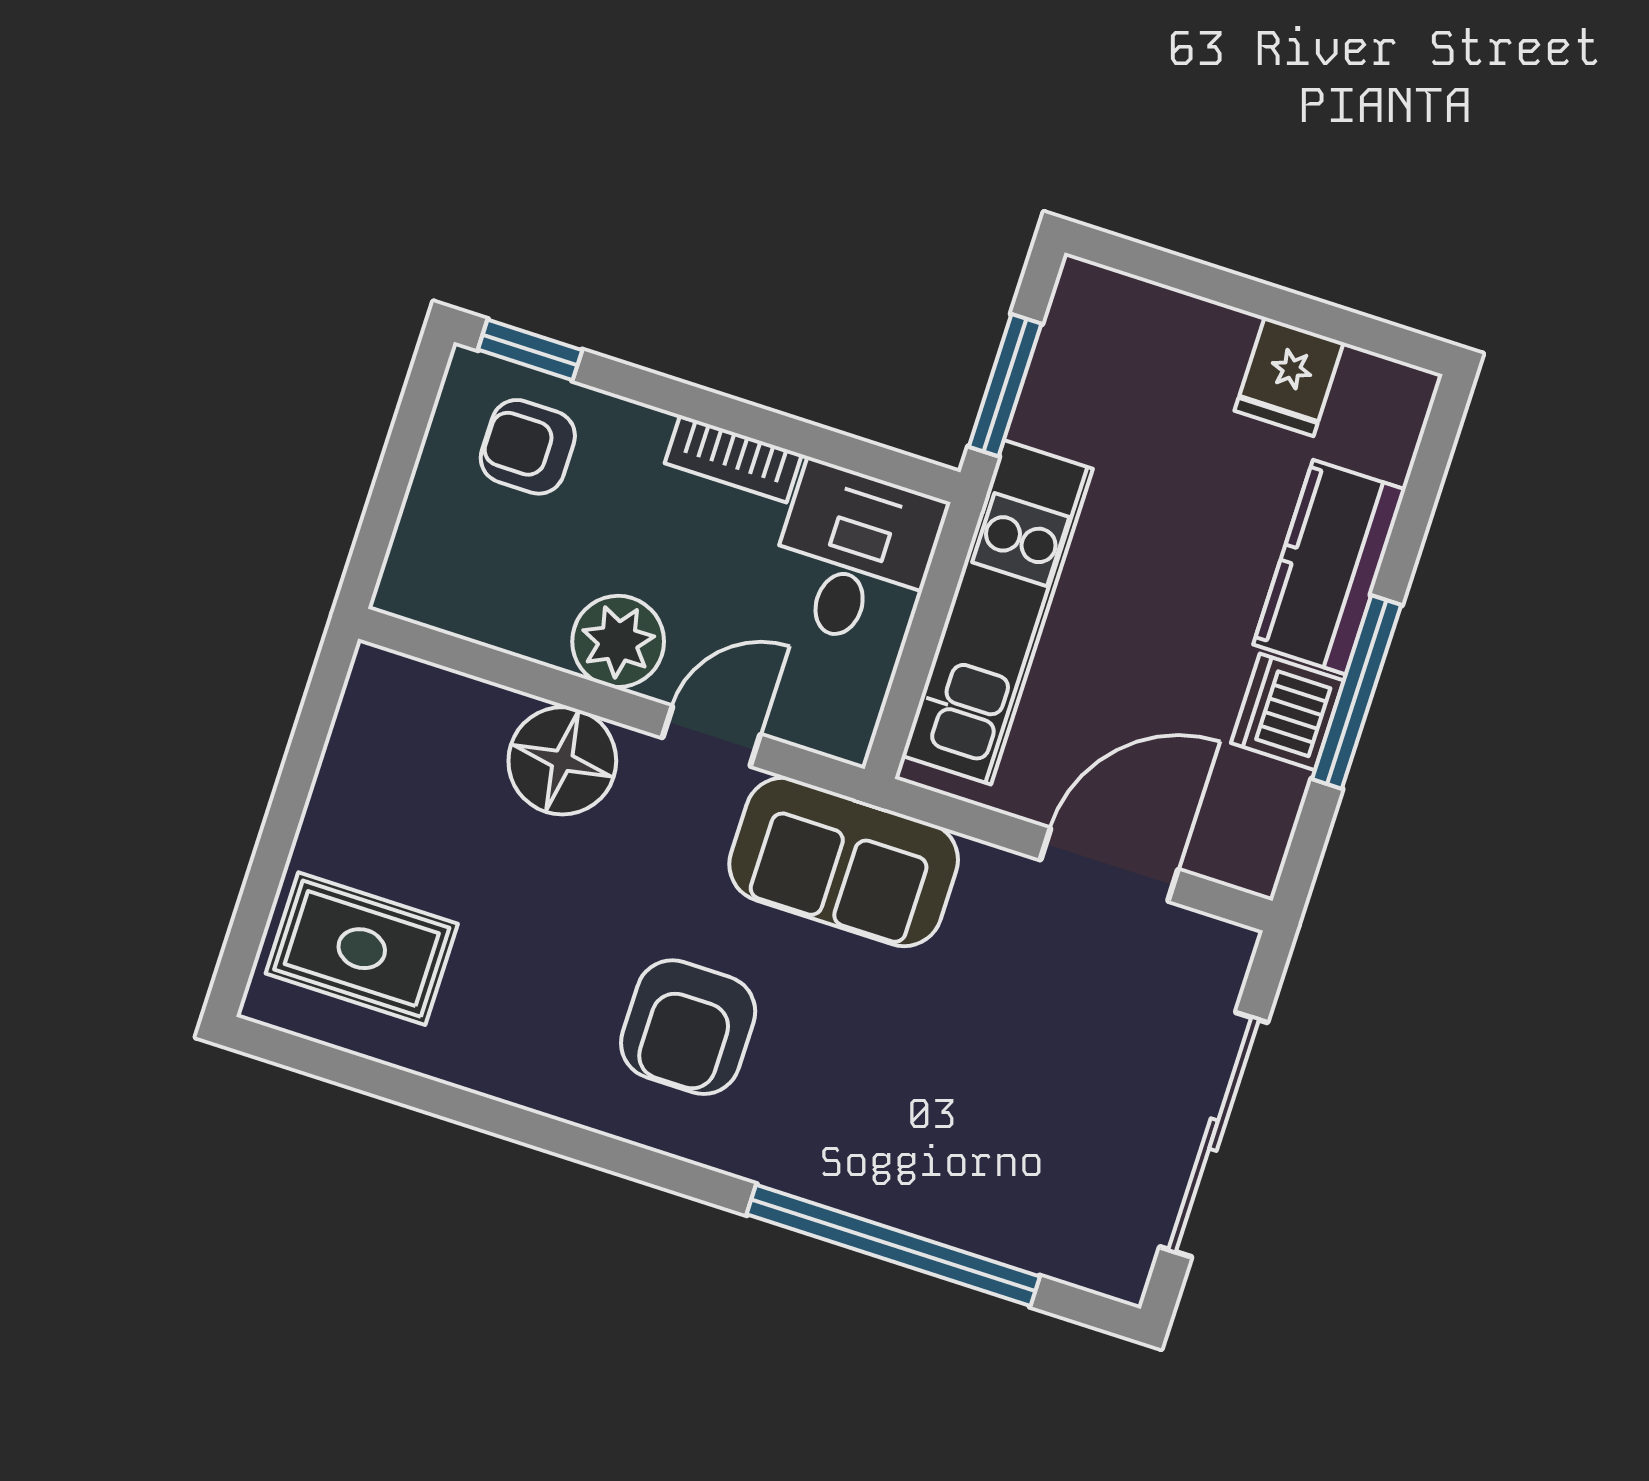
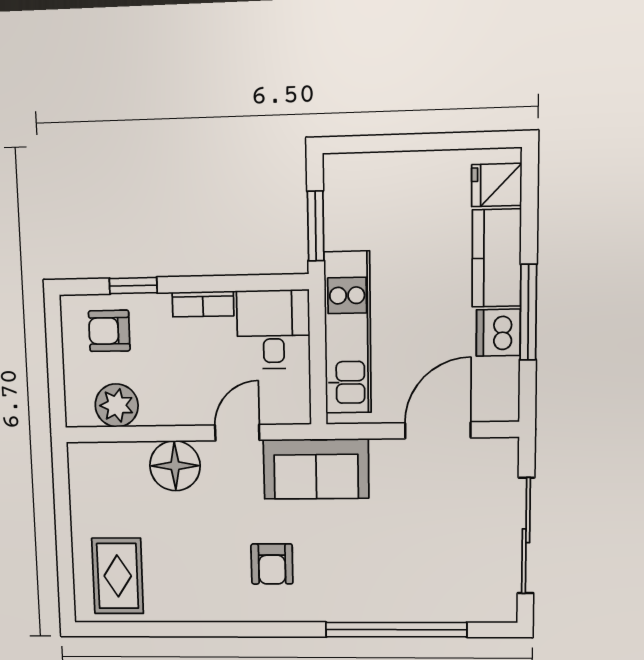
window: (530, 350) -> (133, 286), moved
fridge: (1289, 377) -> (497, 185), moved, turned 90
plant: (618, 641) -> (117, 405), moved
rug: (362, 949) -> (118, 576), turned 90
armchair: (688, 1027) -> (272, 564), width x0.72, depth x0.72

